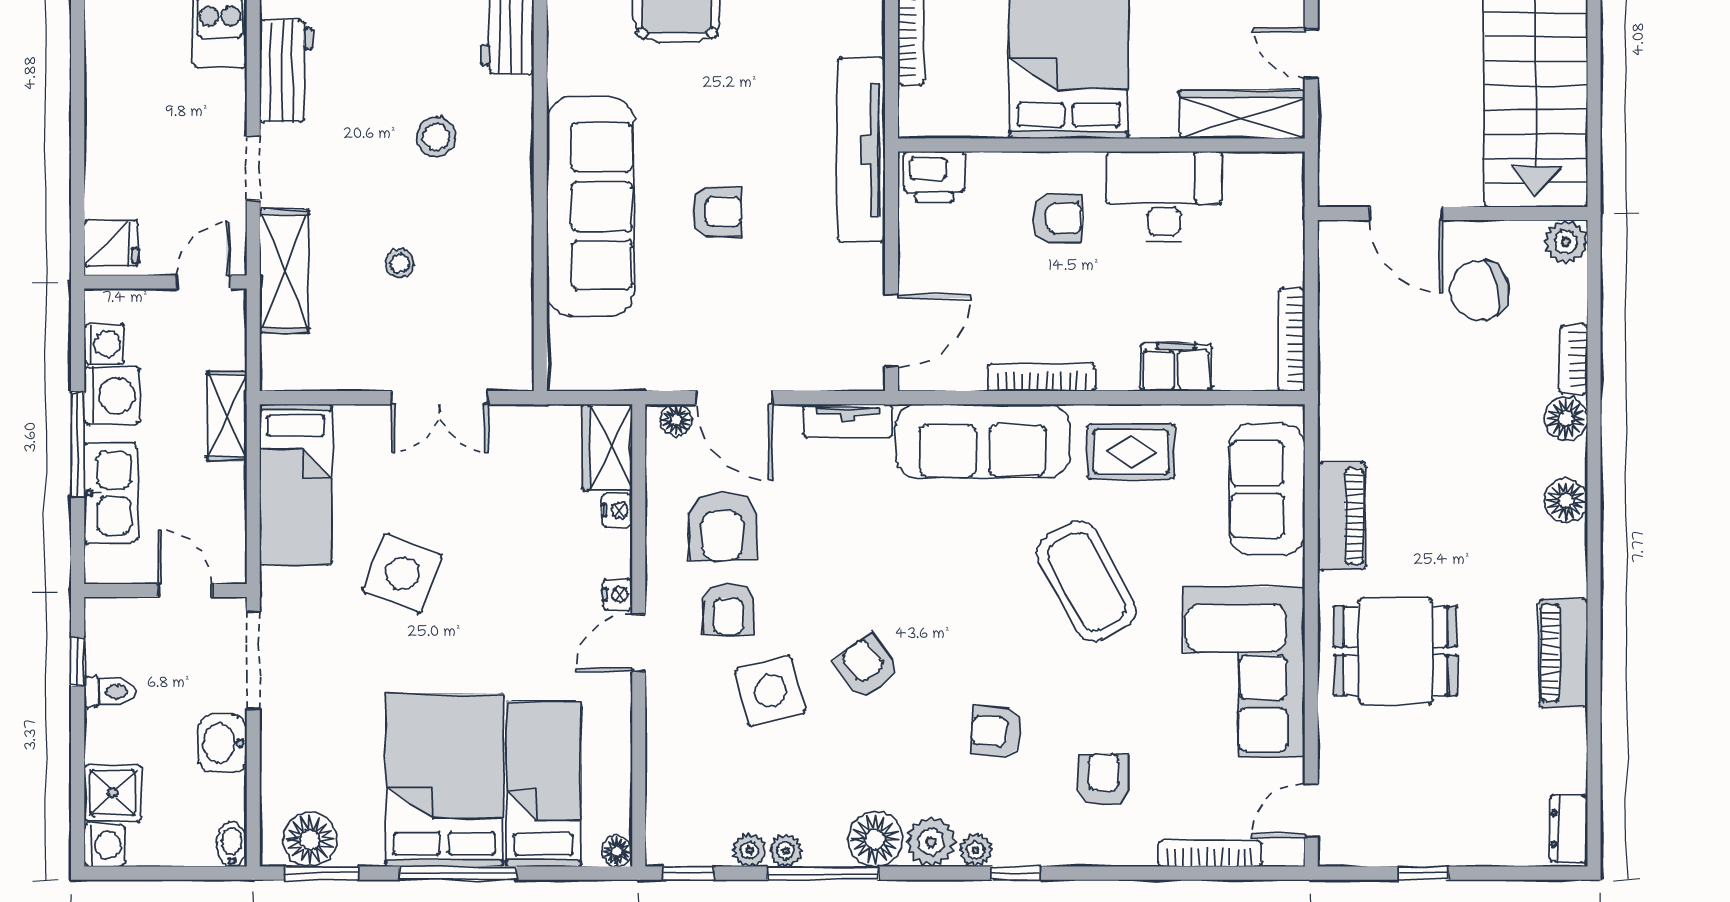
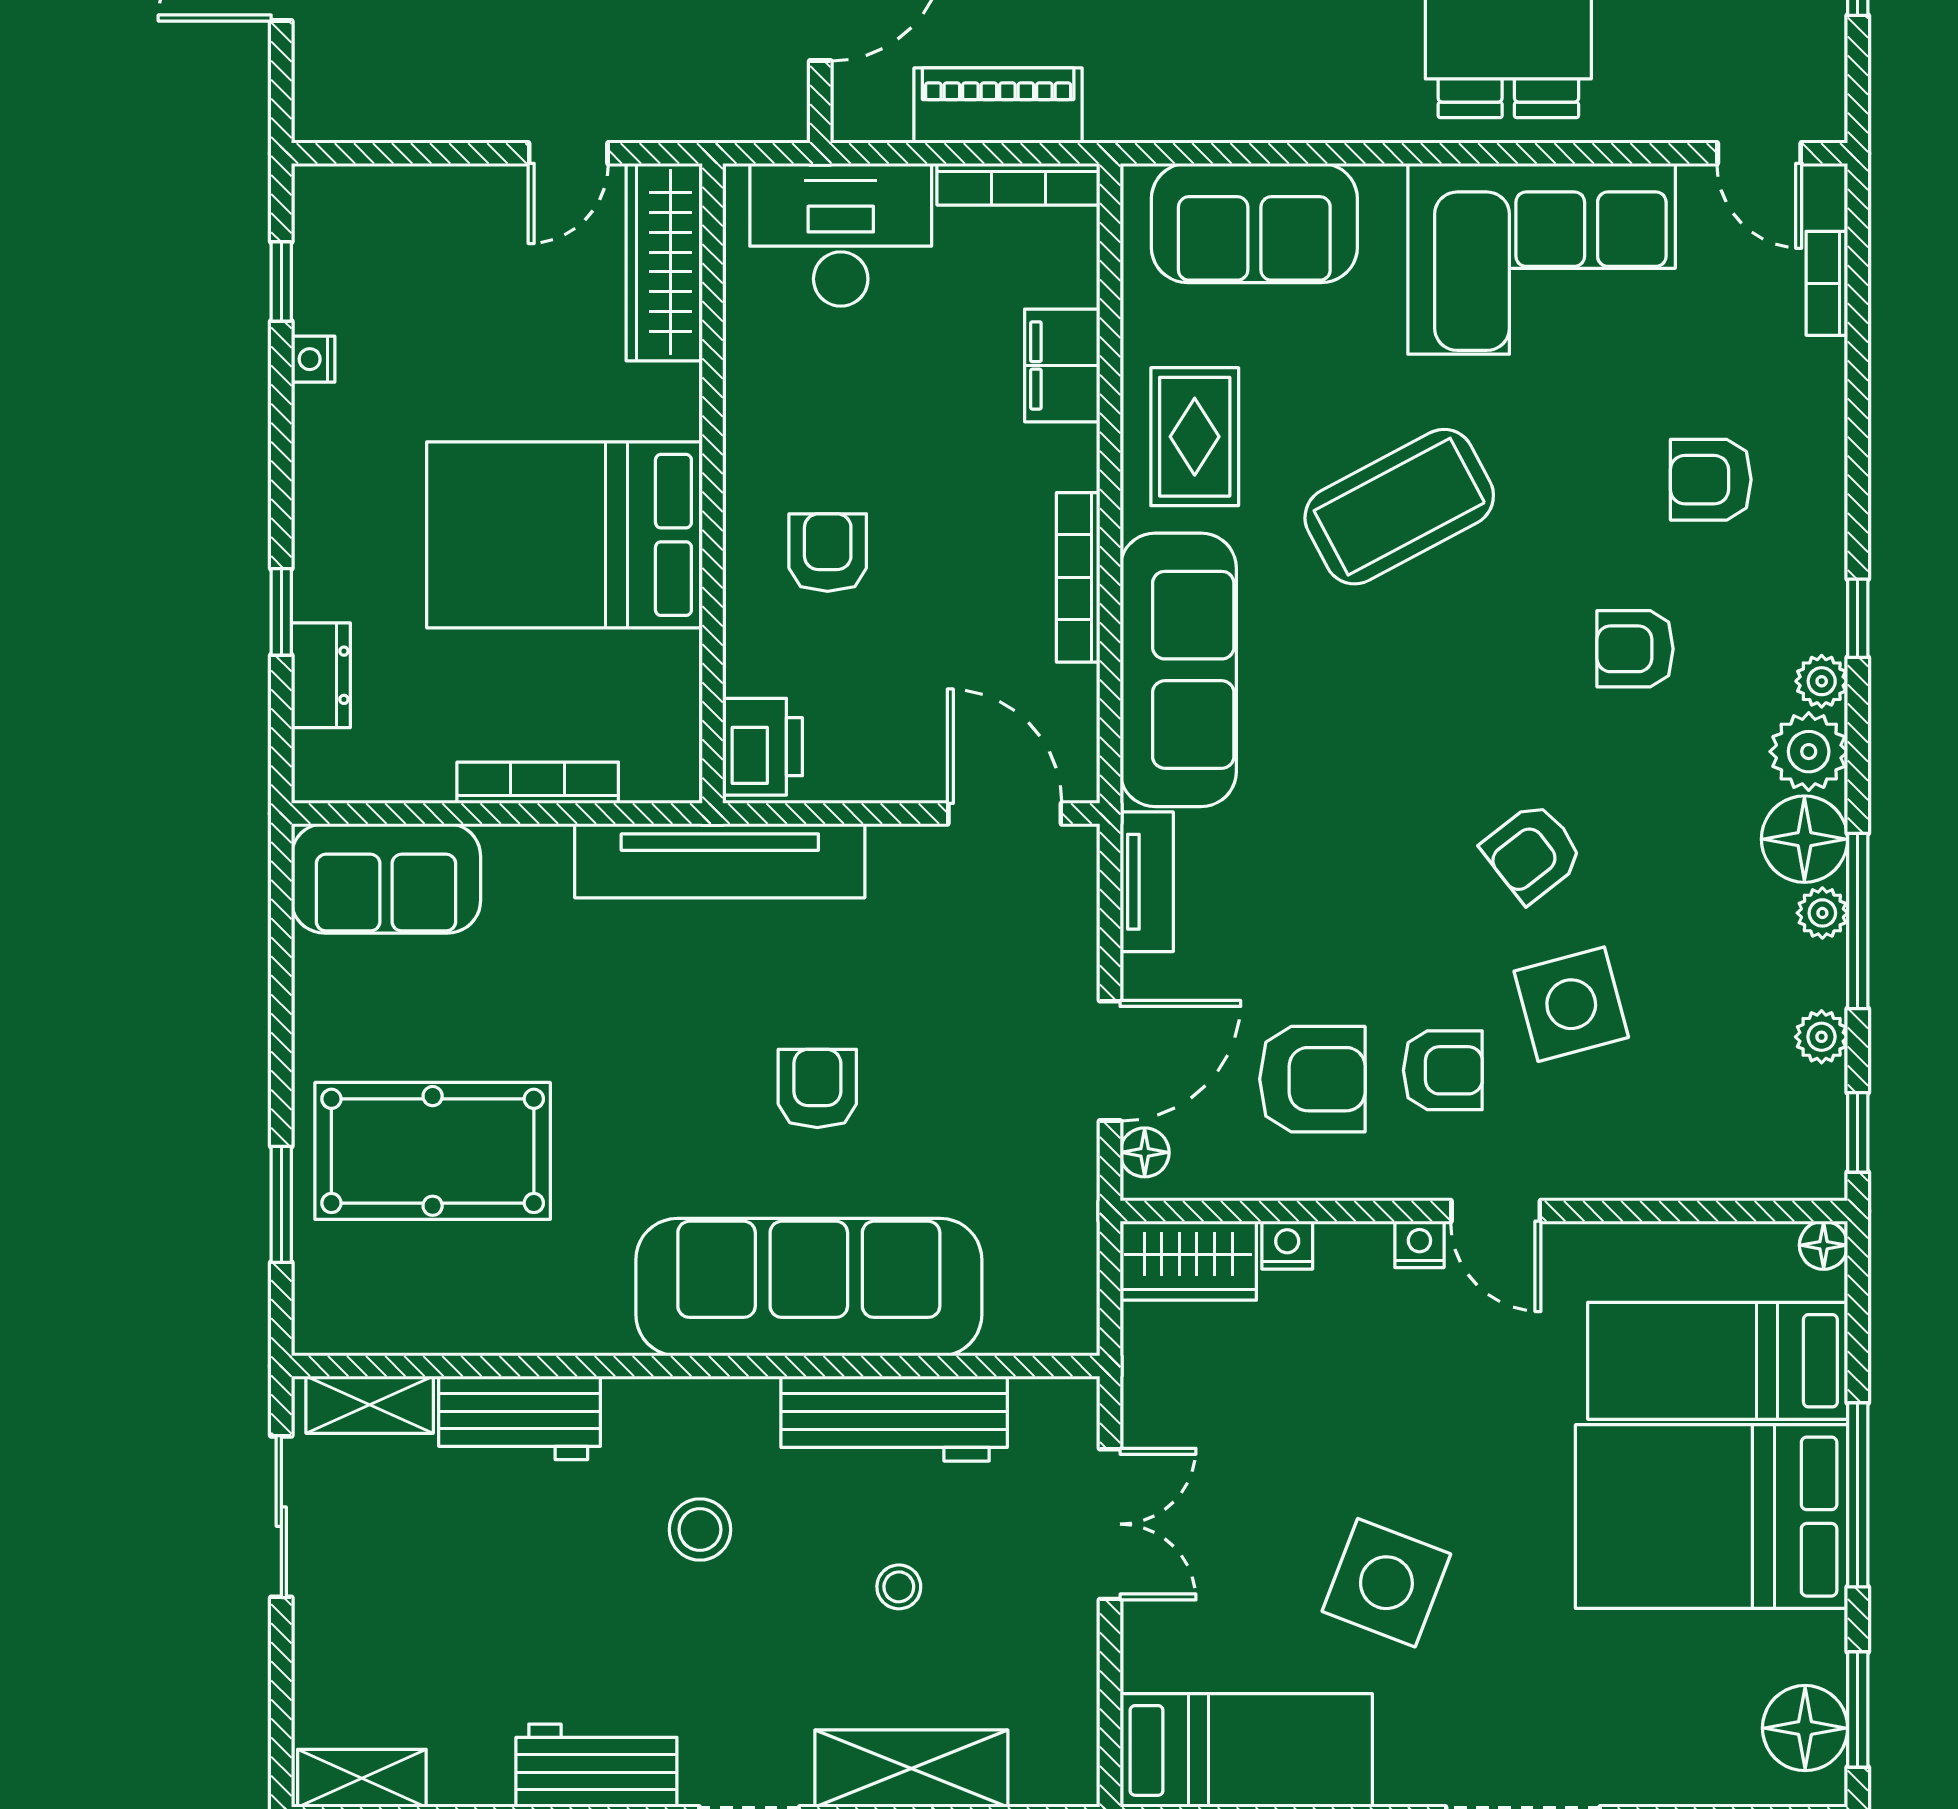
desk: (1164, 197) -> (841, 235), moved, turned 90
workbench: (507, 260) -> (894, 1419), added
piano: (1342, 516) -> (998, 106), moved
armchair: (996, 732) -> (1635, 649), turned 85
plant: (786, 851) -> (1822, 913), moved
bookcase: (1210, 854) -> (1827, 283), width x0.64

